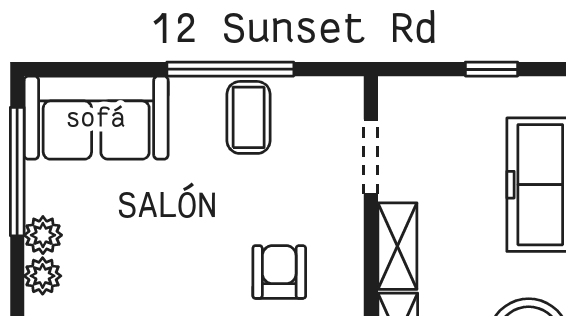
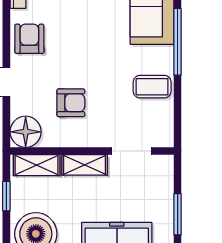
window: (230, 69) -> (178, 42), moved
window: (492, 69) -> (178, 214), width x1.50

